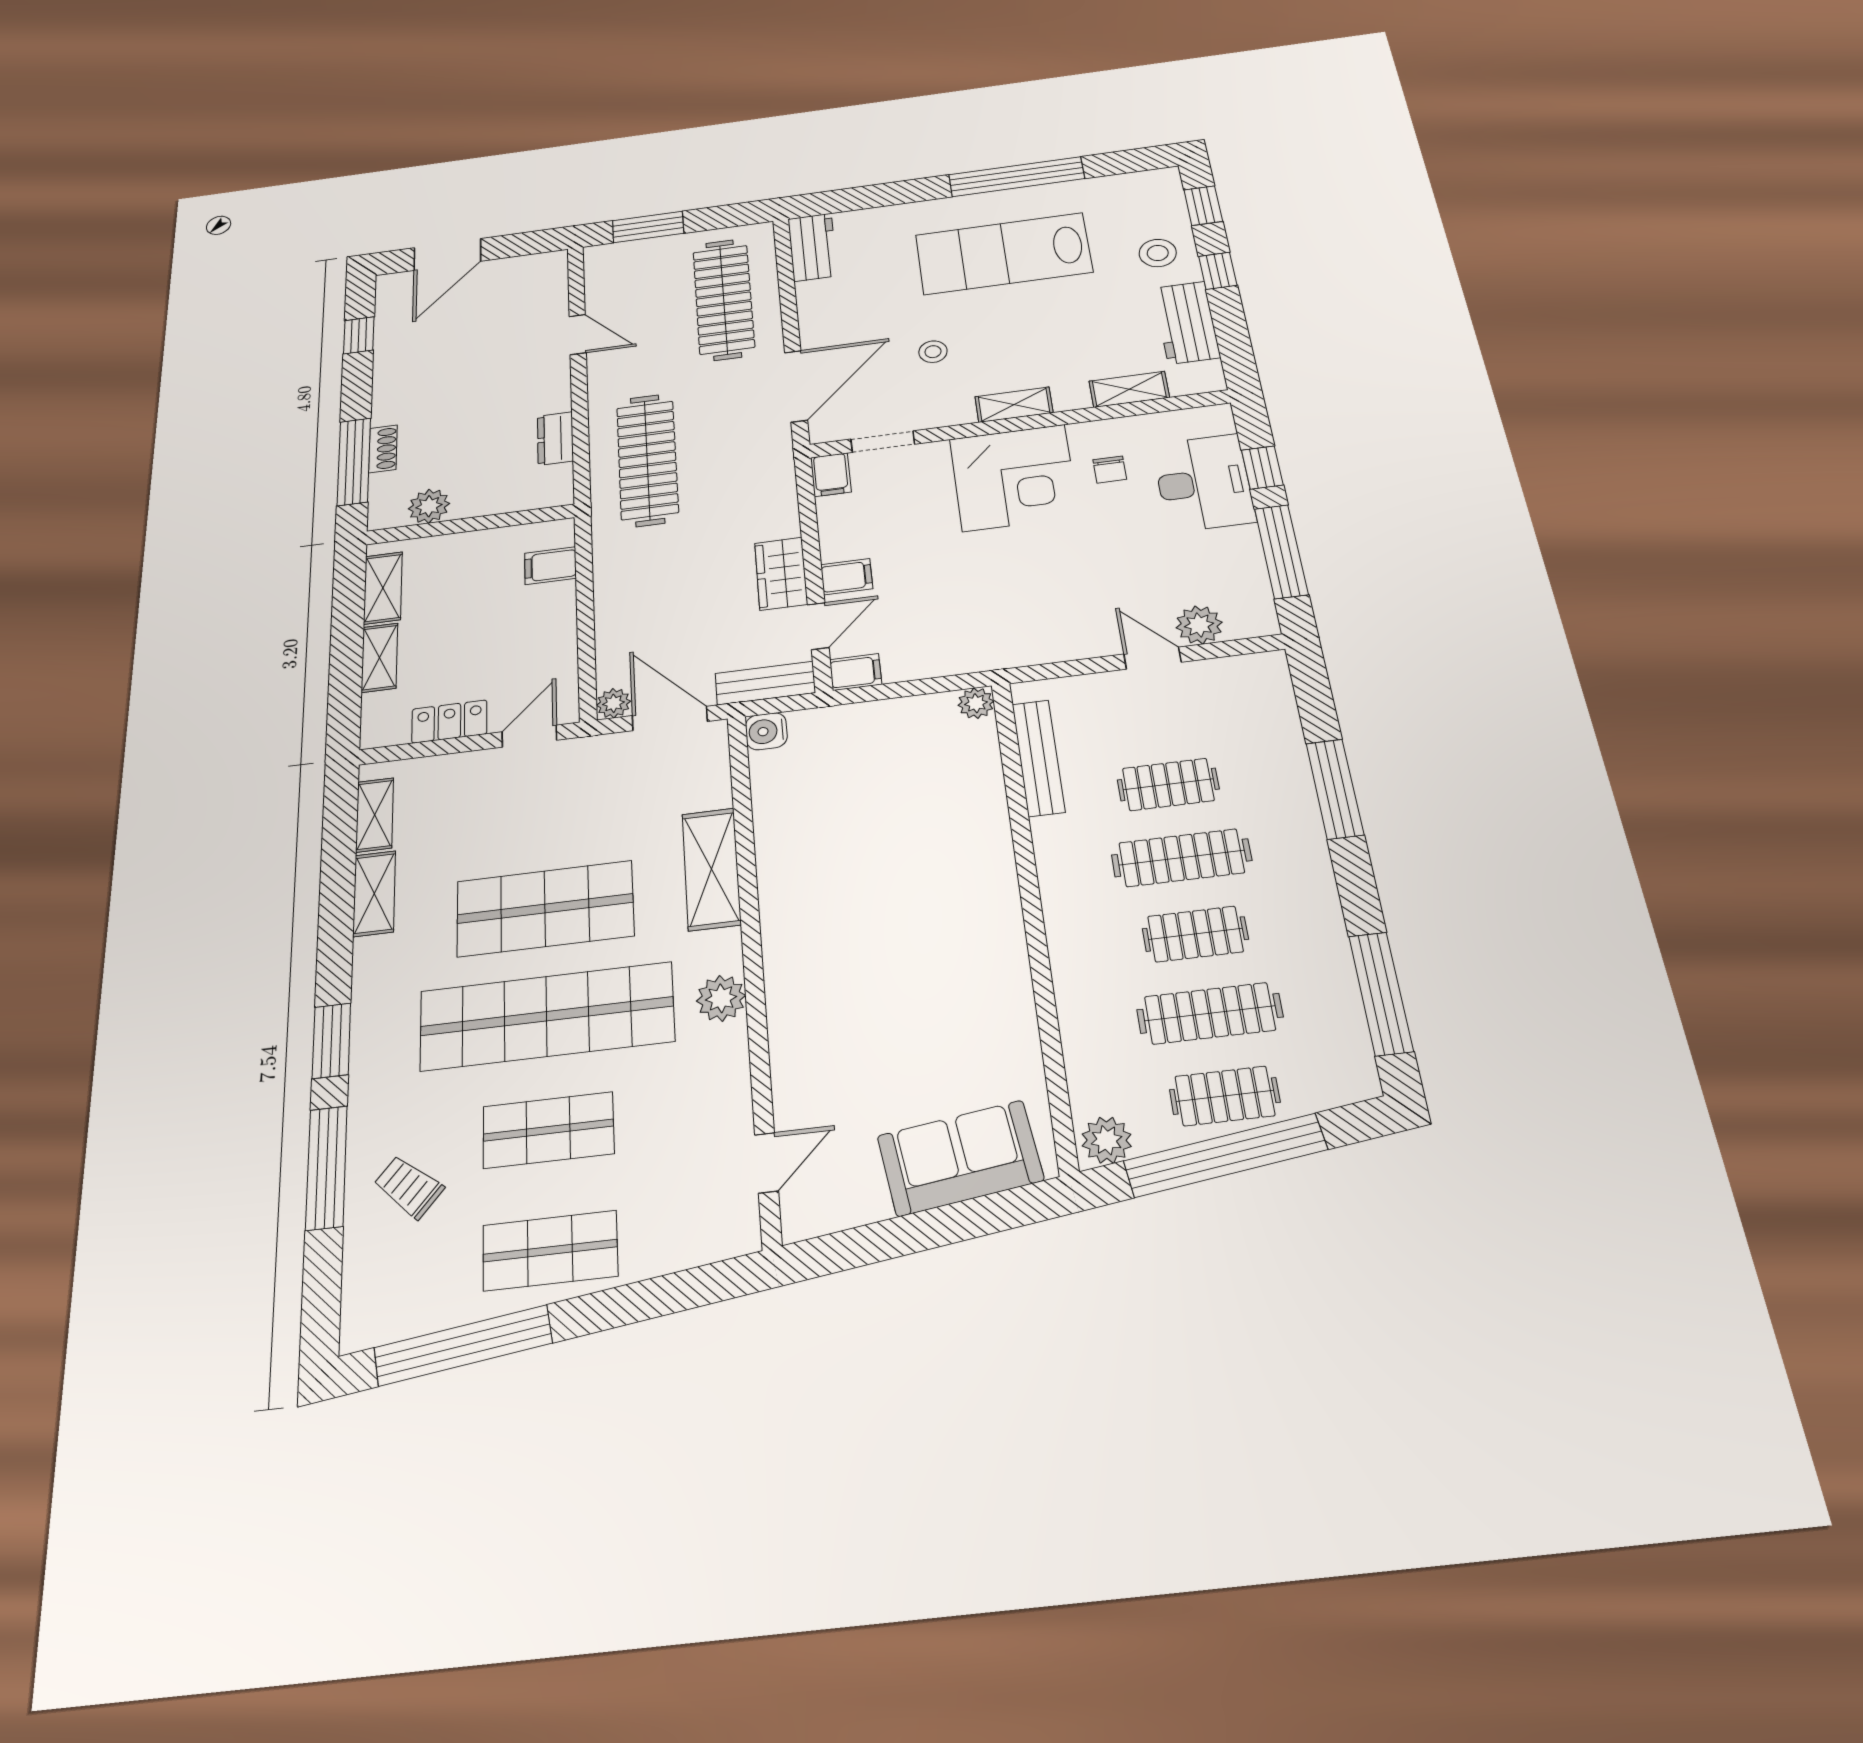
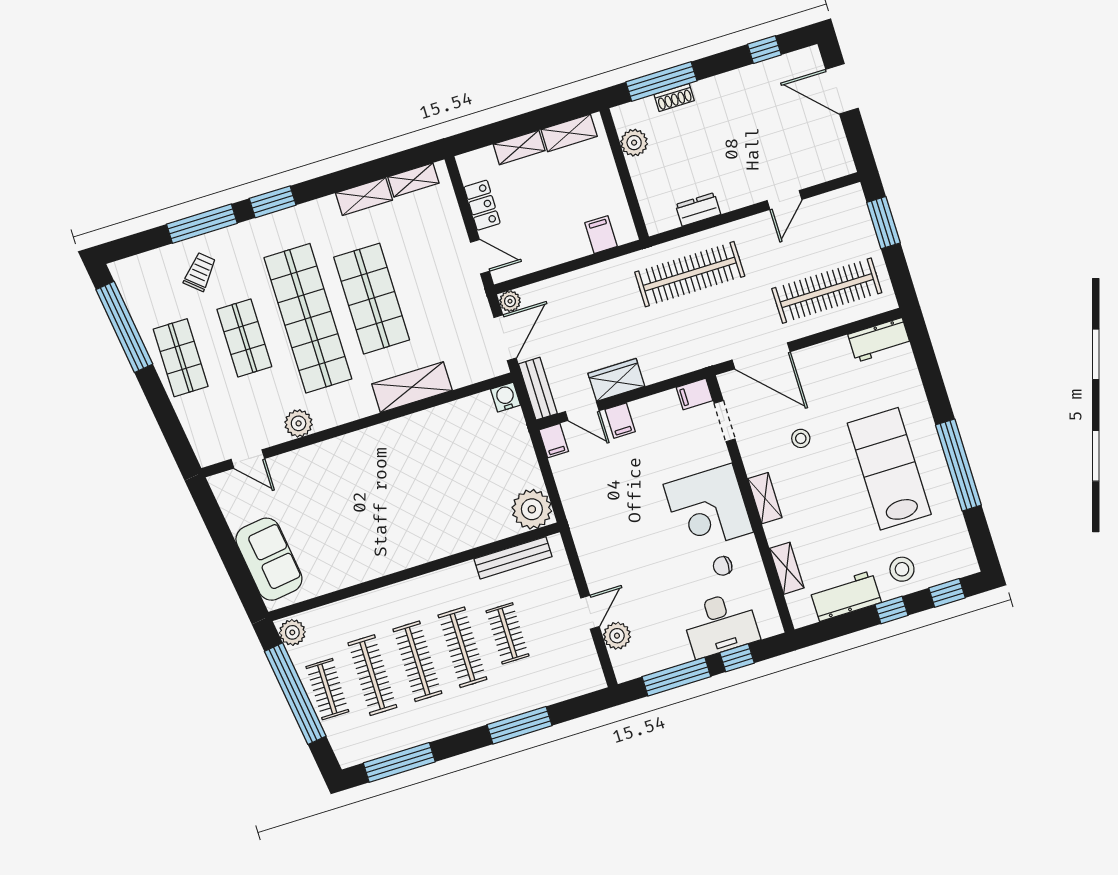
plant: (976, 703) -> (532, 509), width x1.87, depth x1.87
clothes rail: (1195, 934) -> (417, 661), width x1.36
plant: (721, 998) -> (299, 423), moved

